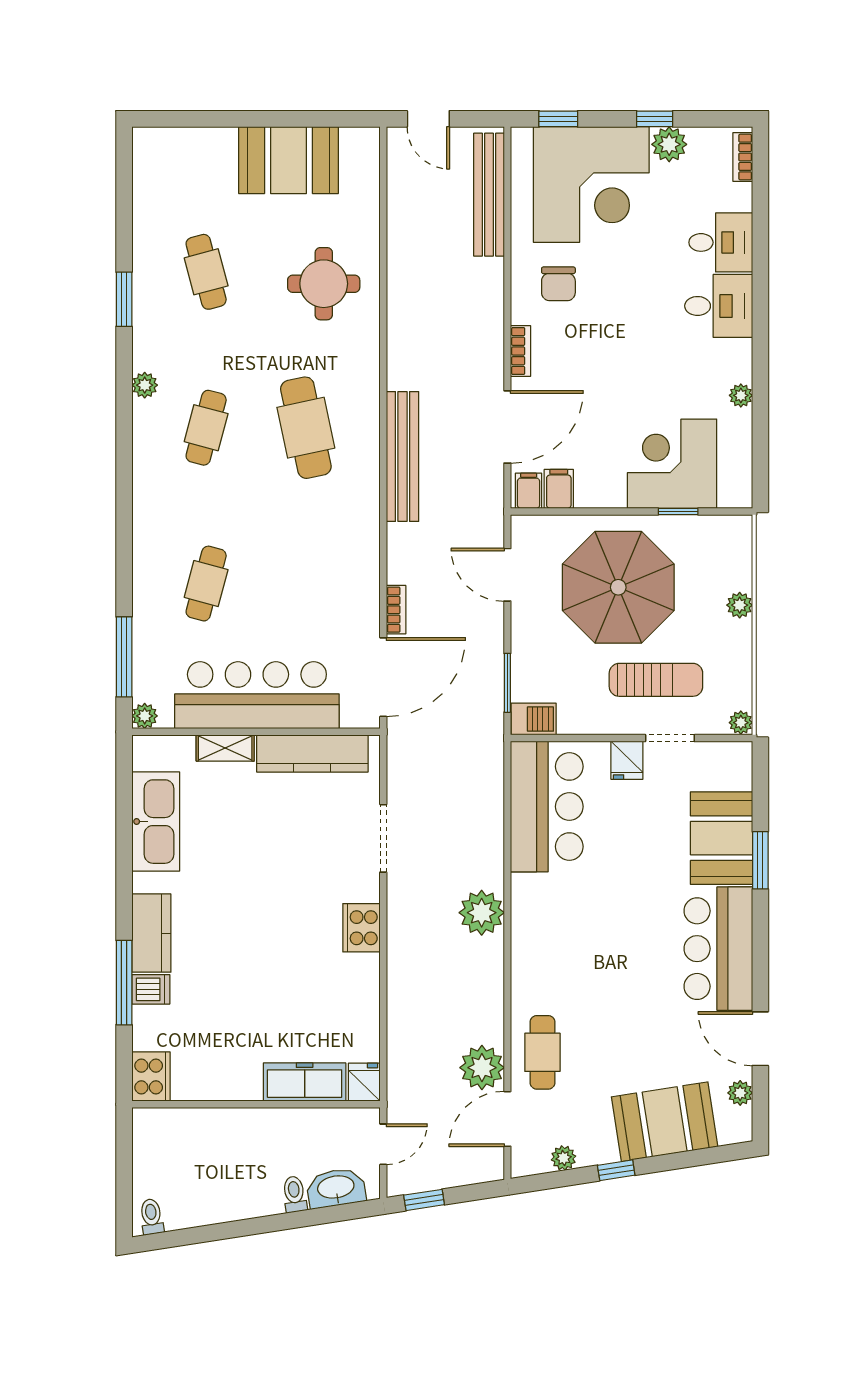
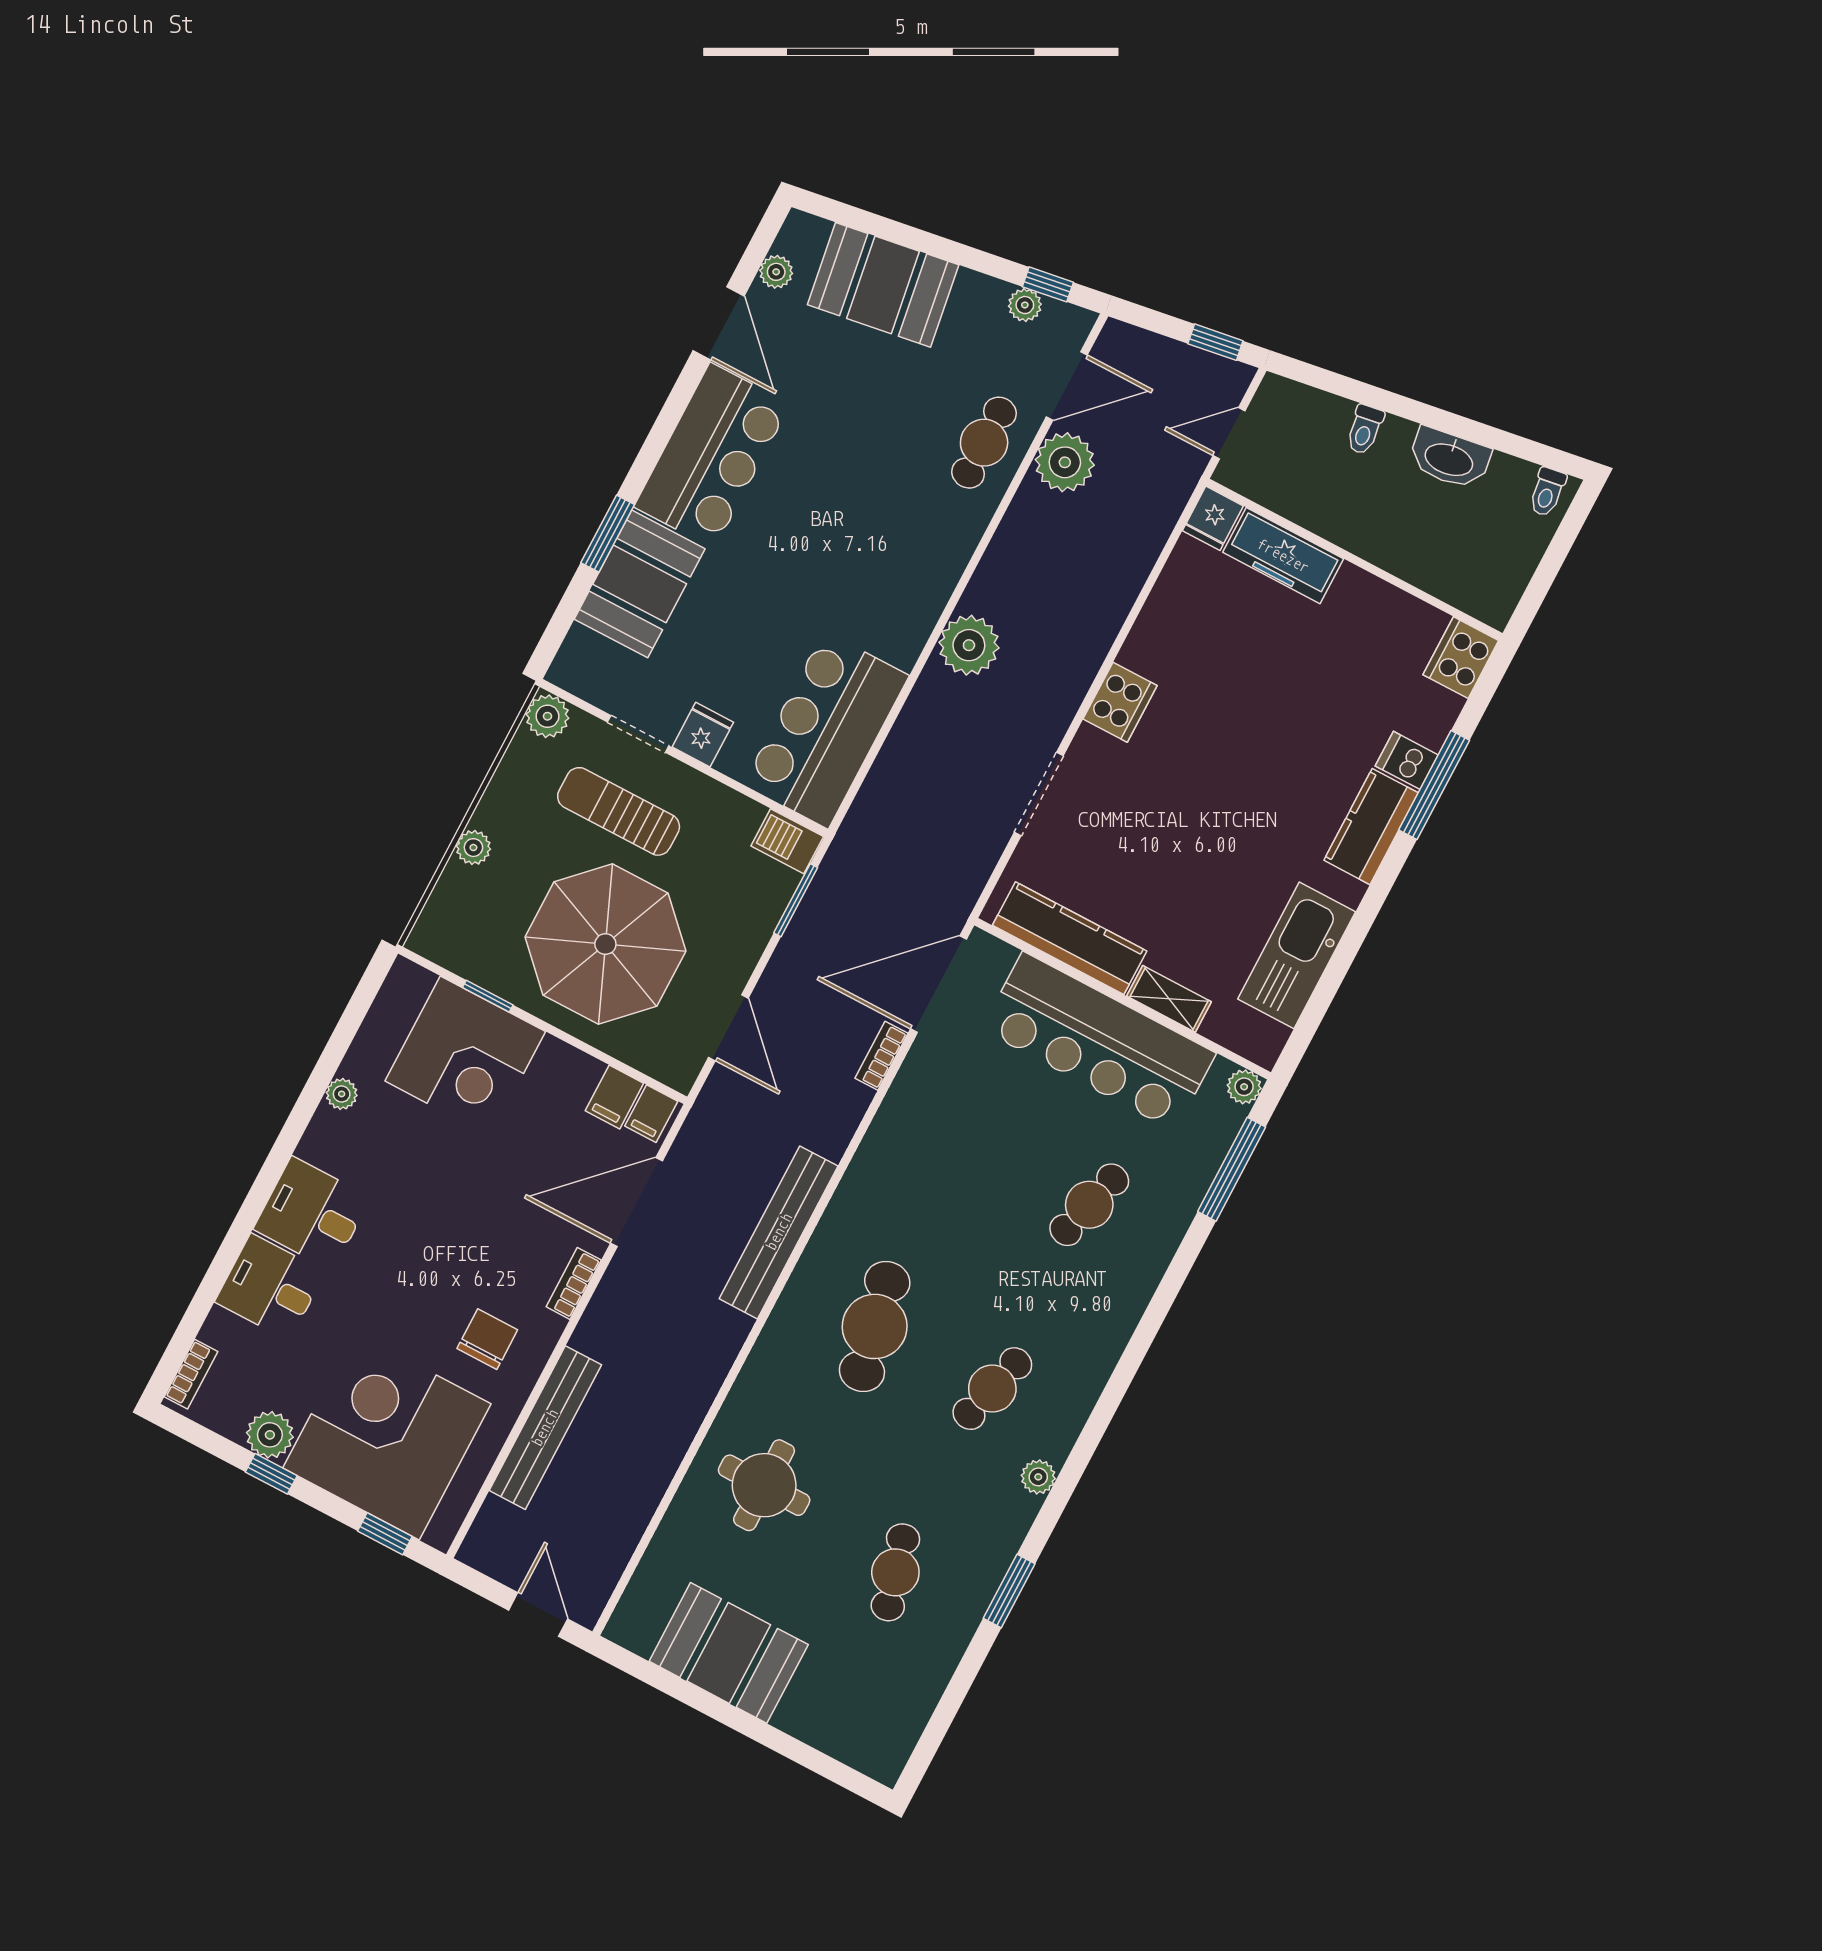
bench: (489, 195) -> (545, 1428), moved
plant: (741, 723) -> (547, 716), width x1.38, depth x1.38
window: (616, 1170) -> (1048, 284), moved
washbasin: (336, 1188) -> (1449, 458), moved

